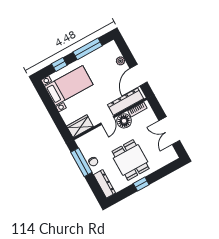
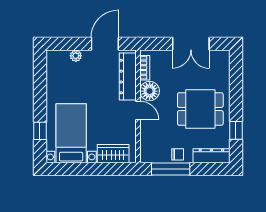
window: (88, 49) -> (40, 87), removed
door: (139, 75) -> (105, 44), swing flipped
wardrobe: (80, 126) -> (113, 154), moved, turned 90
window: (141, 184) -> (236, 130), moved

